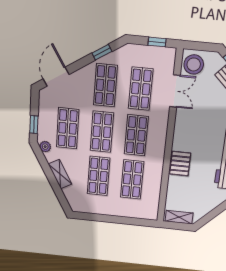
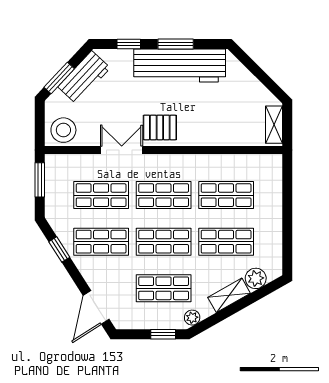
window: (157, 42) -> (40, 180), width x1.50
door: (56, 77) -> (96, 307), hinge flipped
double door: (175, 91) -> (122, 150), moved
pallet: (180, 164) -> (160, 127), moved
plant: (71, 193) -> (256, 278), added

